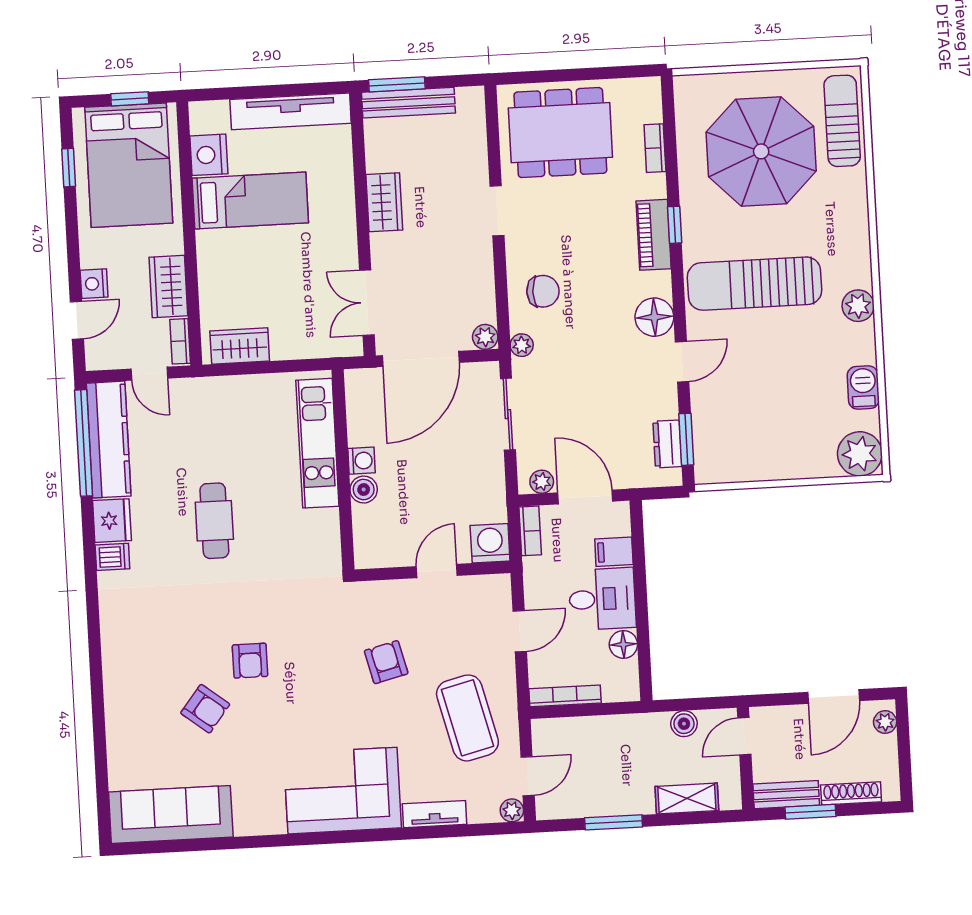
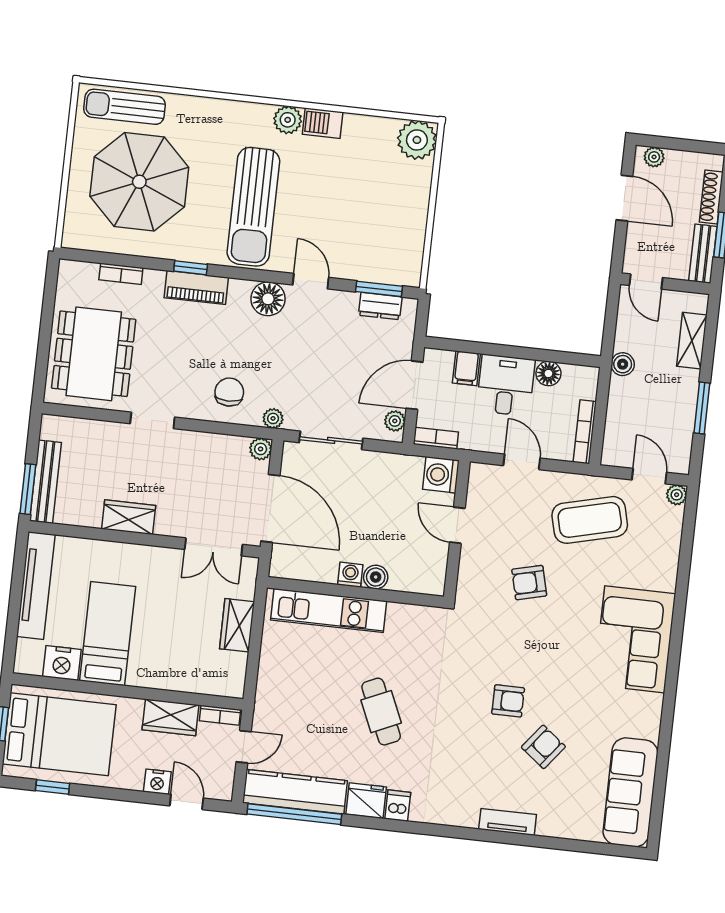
wardrobe: (240, 346) -> (237, 625), moved
barbecue: (863, 388) -> (323, 123), moved
cafe table: (214, 521) -> (381, 712), turned 66
boiler: (684, 724) -> (623, 364), moved
tv unit: (435, 814) -> (508, 822), moved, turned 90

